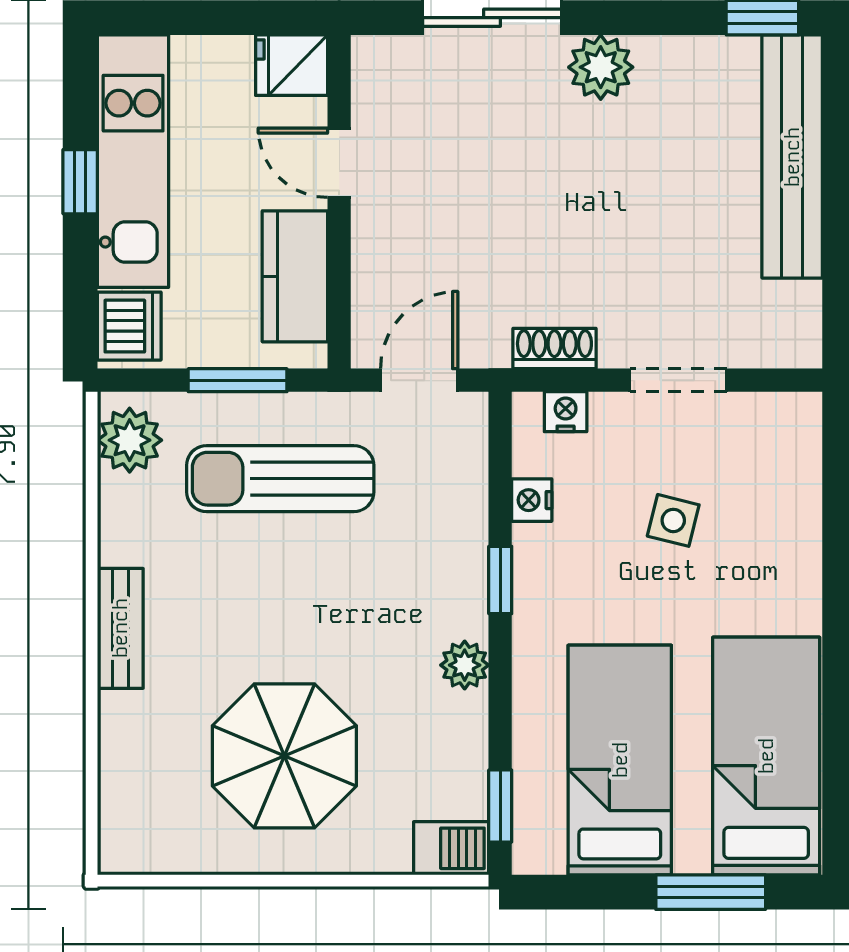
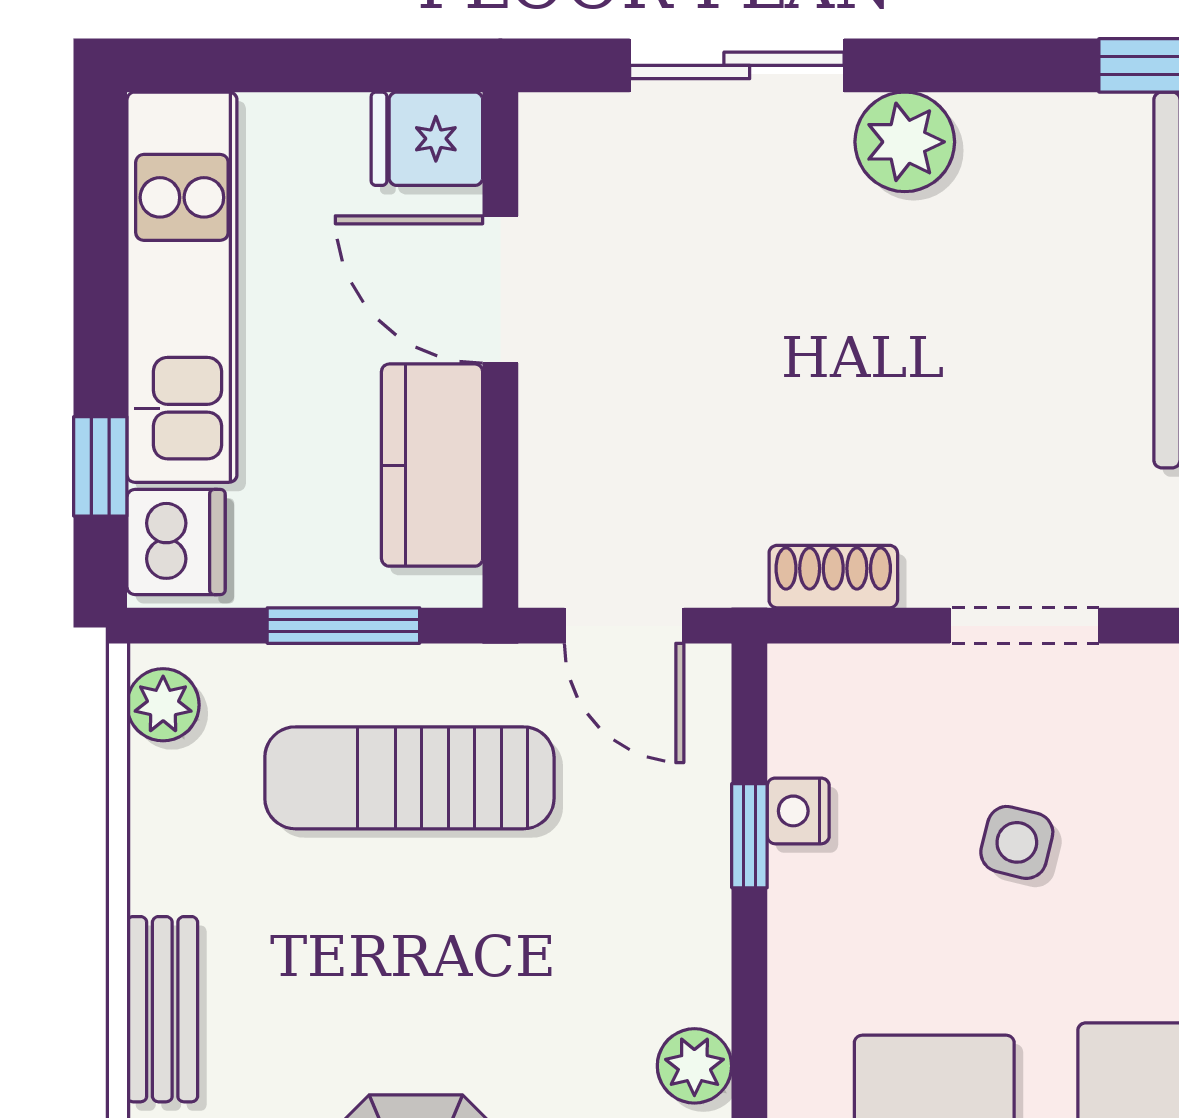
door: (339, 163) -> (500, 289), width x1.38
window: (80, 182) -> (100, 466), moved
door: (419, 380) -> (624, 626), swing flipped
nightstand: (566, 412) -> (850, 674), removed
plant: (130, 440) -> (163, 705), width x0.73, depth x0.73
window: (500, 580) -> (749, 836), moved

